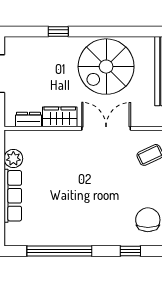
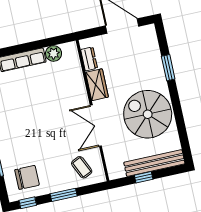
window: (58, 32) -> (168, 68), width x1.50
double door: (106, 128) -> (96, 126), swing flipped

